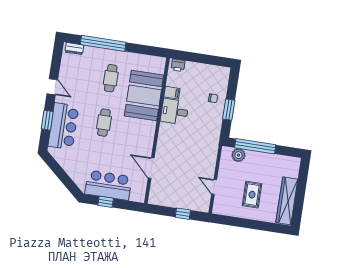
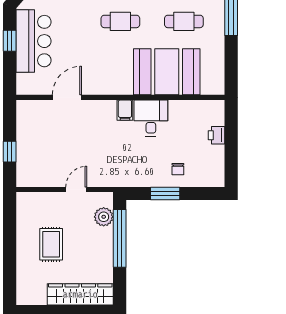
printer: (178, 65) -> (216, 135), moved
filing cabinet: (172, 93) -> (125, 110), moved
door: (214, 187) -> (76, 189), moved
rug: (252, 195) -> (51, 244), turned 90
wardrobe: (287, 201) -> (80, 294), moved

